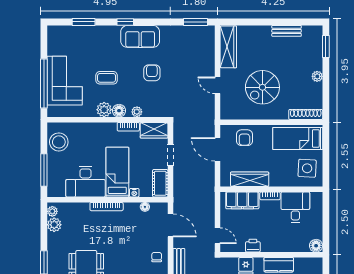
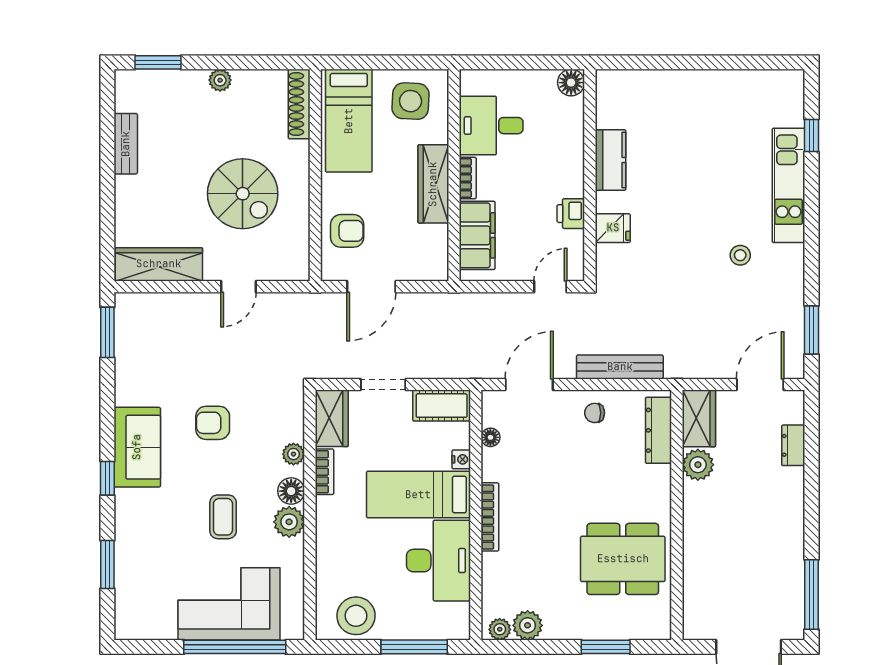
wardrobe: (250, 179) -> (433, 184), moved

